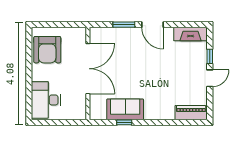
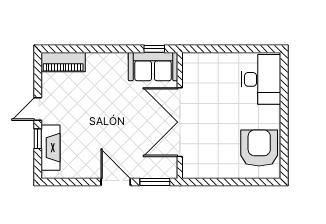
fireplace: (191, 34) -> (51, 148), moved, turned 90
double door: (88, 69) -> (180, 122), moved
wall: (88, 74) -> (180, 115), moved

